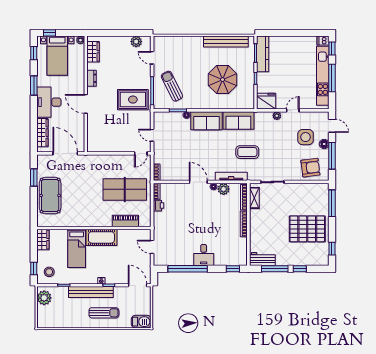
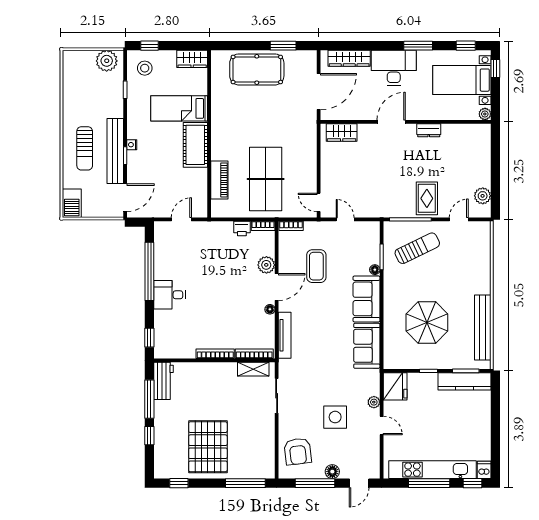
wardrobe: (93, 52) -> (342, 133), moved
rug: (133, 100) -> (427, 198), moved, width x0.73, depth x0.70
door: (152, 135) -> (345, 219), hinge flipped
side table: (306, 137) -> (335, 417), moved
coffee table: (247, 152) -> (316, 266), moved
plant: (224, 189) -> (266, 265), moved
bench: (91, 292) -> (115, 151), moved

